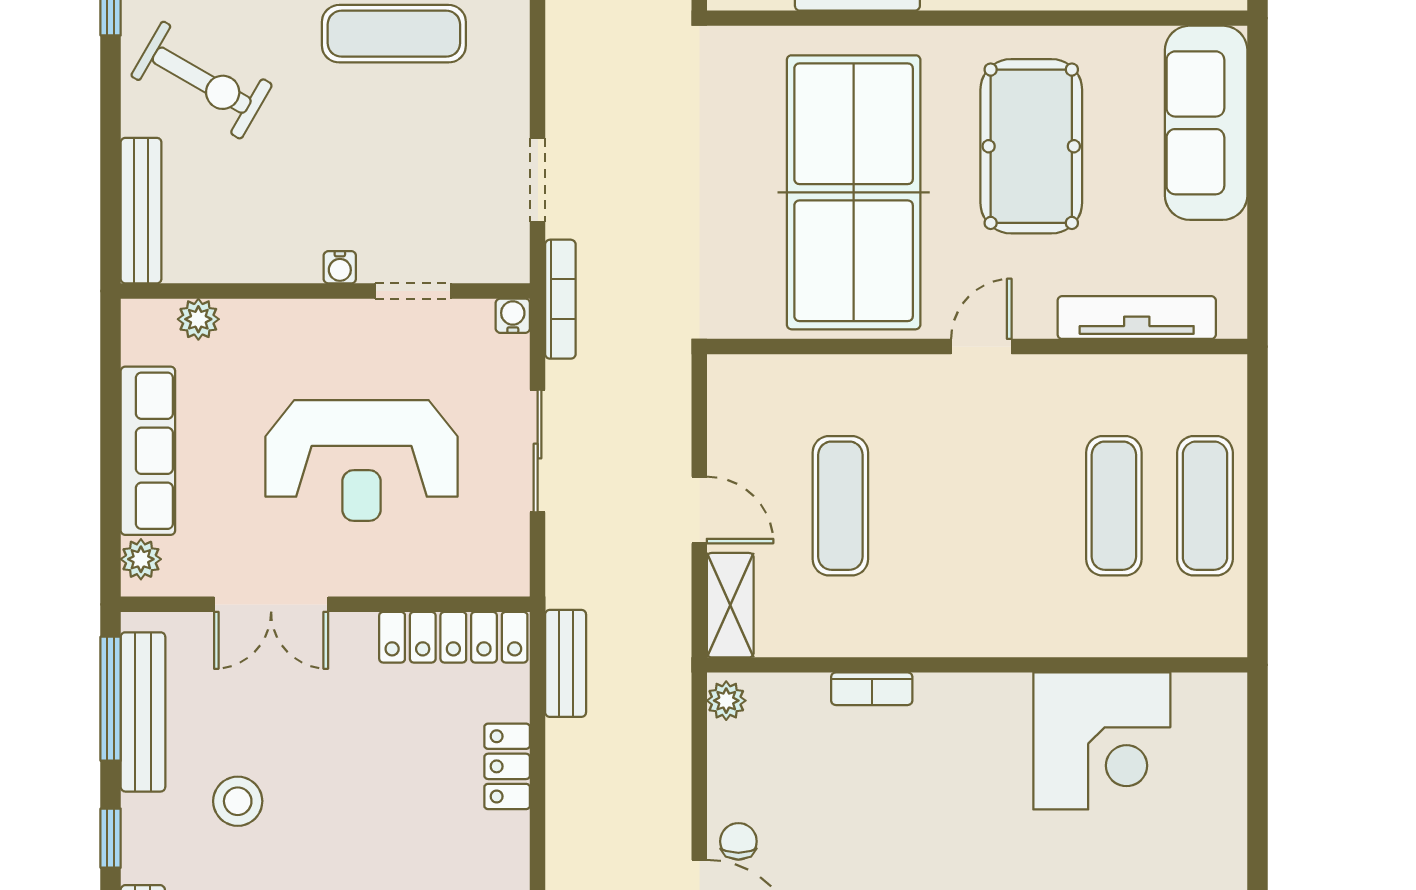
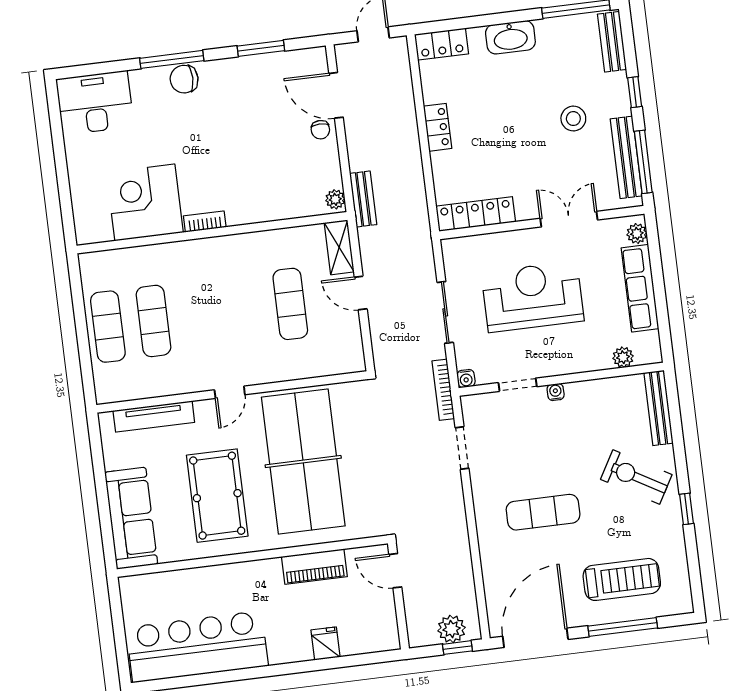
bench: (566, 663) -> (363, 199), moved
bookcase: (872, 689) -> (205, 222), moved
locker: (507, 766) -> (438, 127), moved

